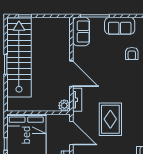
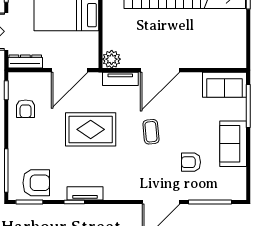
coffee table: (112, 80) -> (151, 132), added

